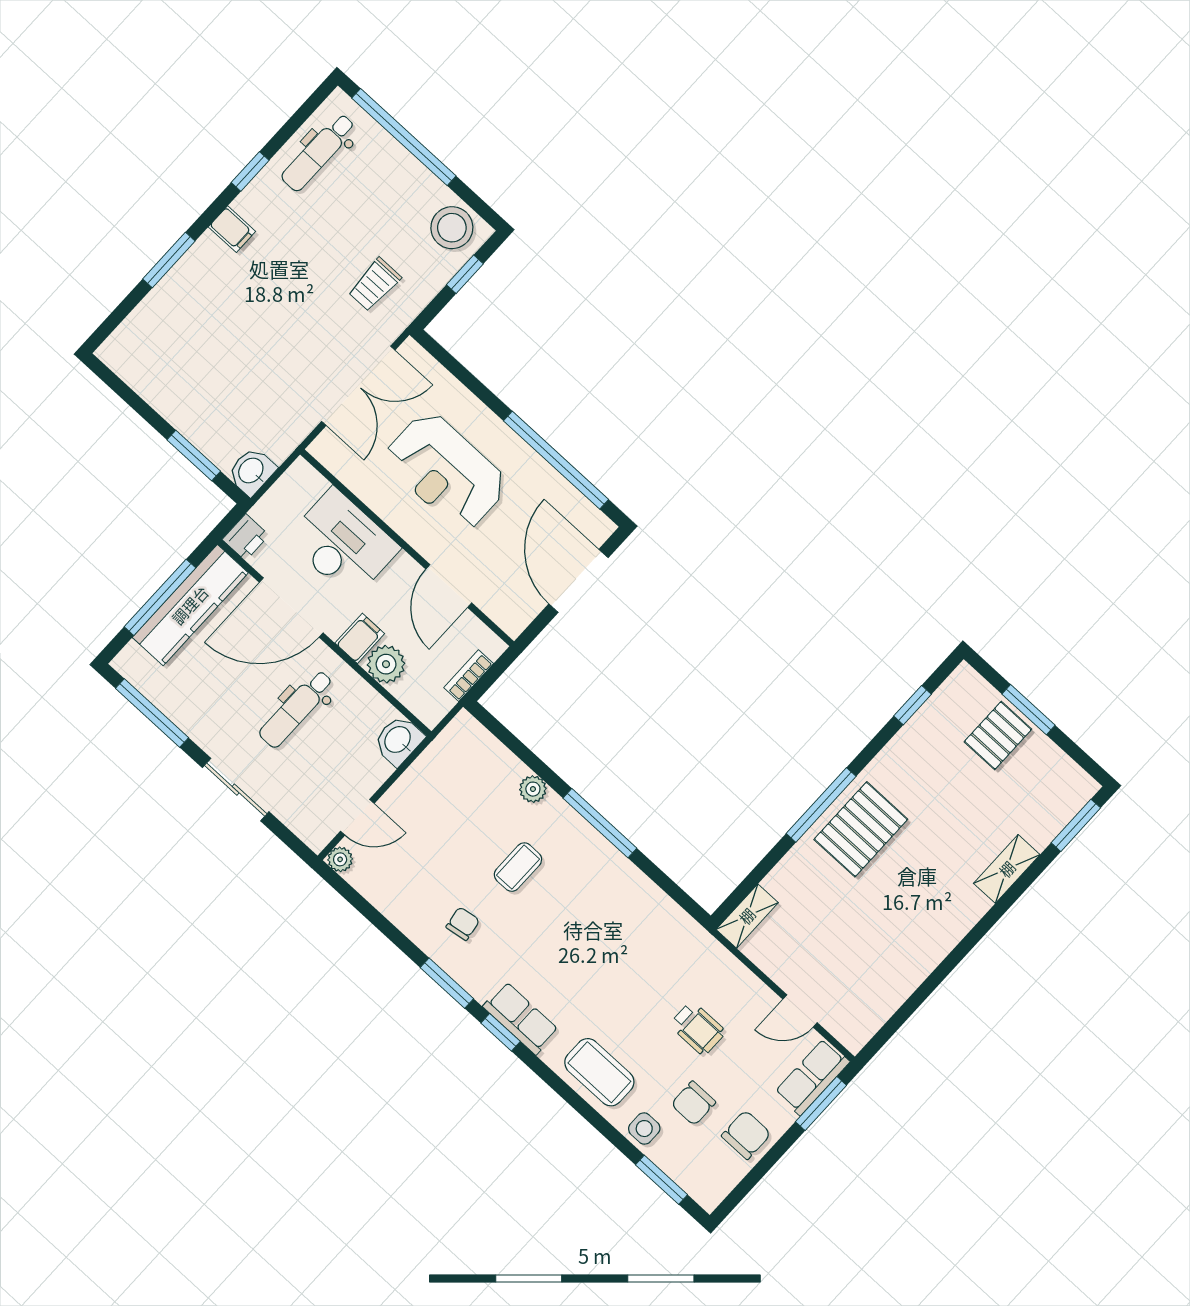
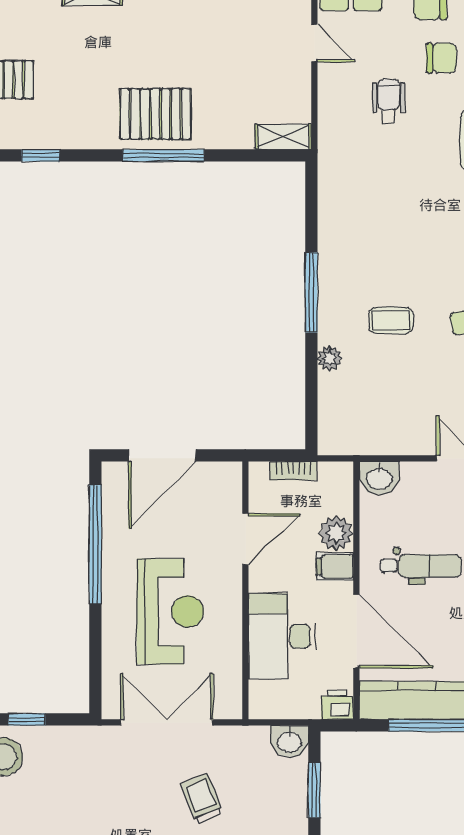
trolley: (375, 285) -> (202, 799), moved, turned -112

